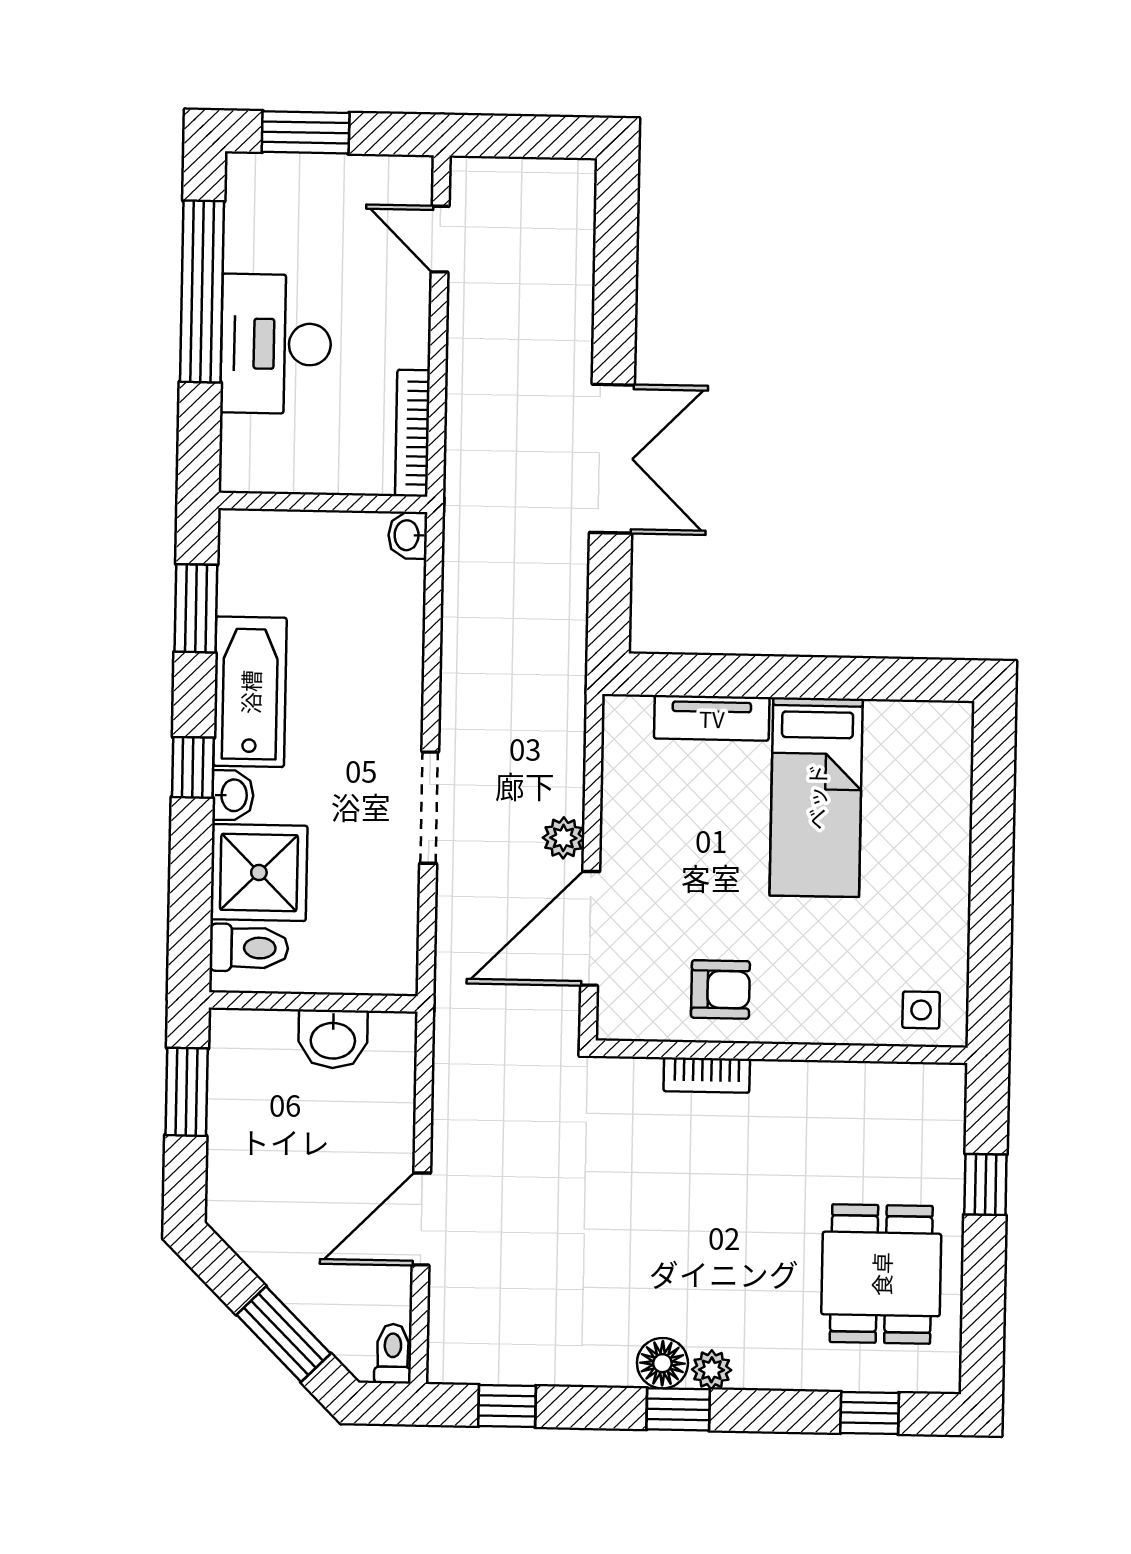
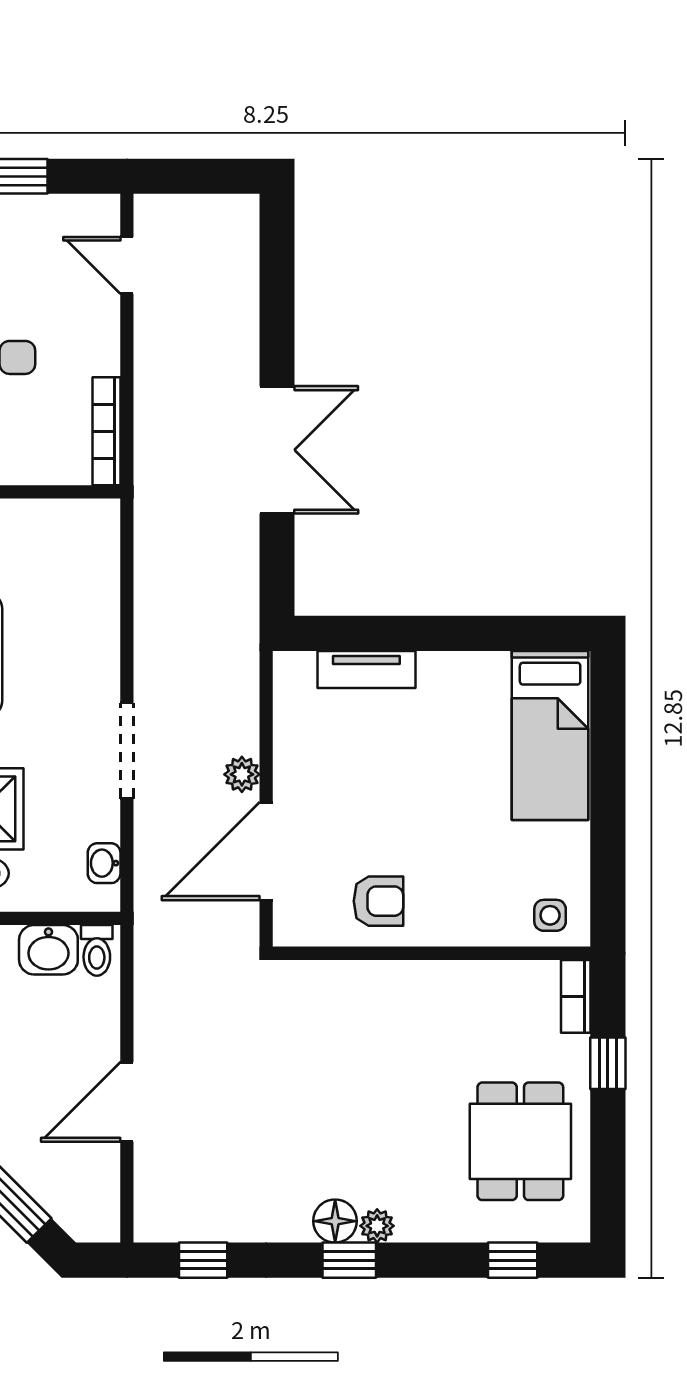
washbasin: (408, 535) -> (104, 863), moved
bed: (816, 797) -> (550, 735), moved
bookcase: (707, 1075) -> (576, 996), moved, turned 90
toilet: (393, 1354) -> (97, 950), moved, turned 180

